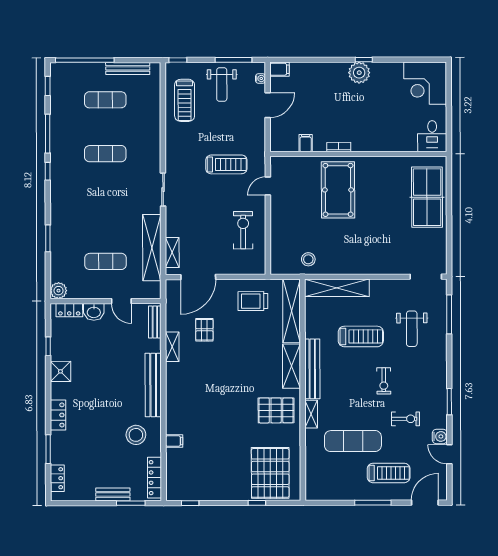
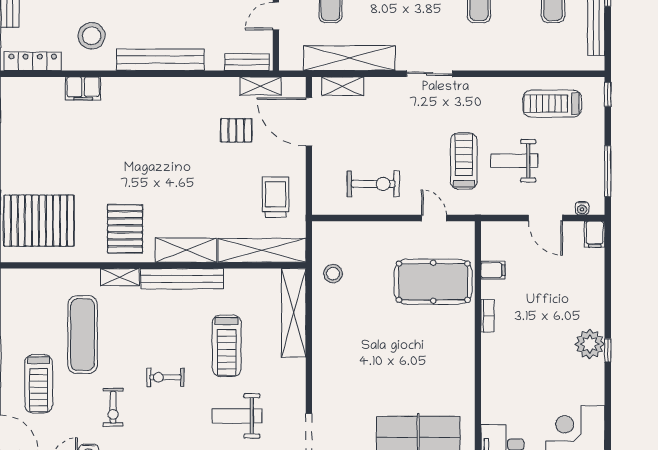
weight bench: (222, 85) -> (514, 161), moved
treadmill: (226, 164) -> (464, 161), turned 180
pool table: (338, 190) -> (433, 282), moved
shelving: (172, 347) -> (261, 86), moved
filing cabinet: (174, 441) -> (83, 88), width x2.00

